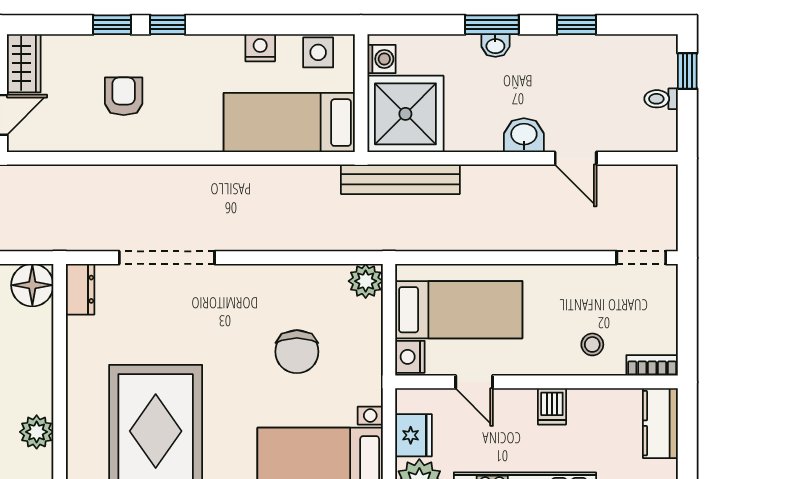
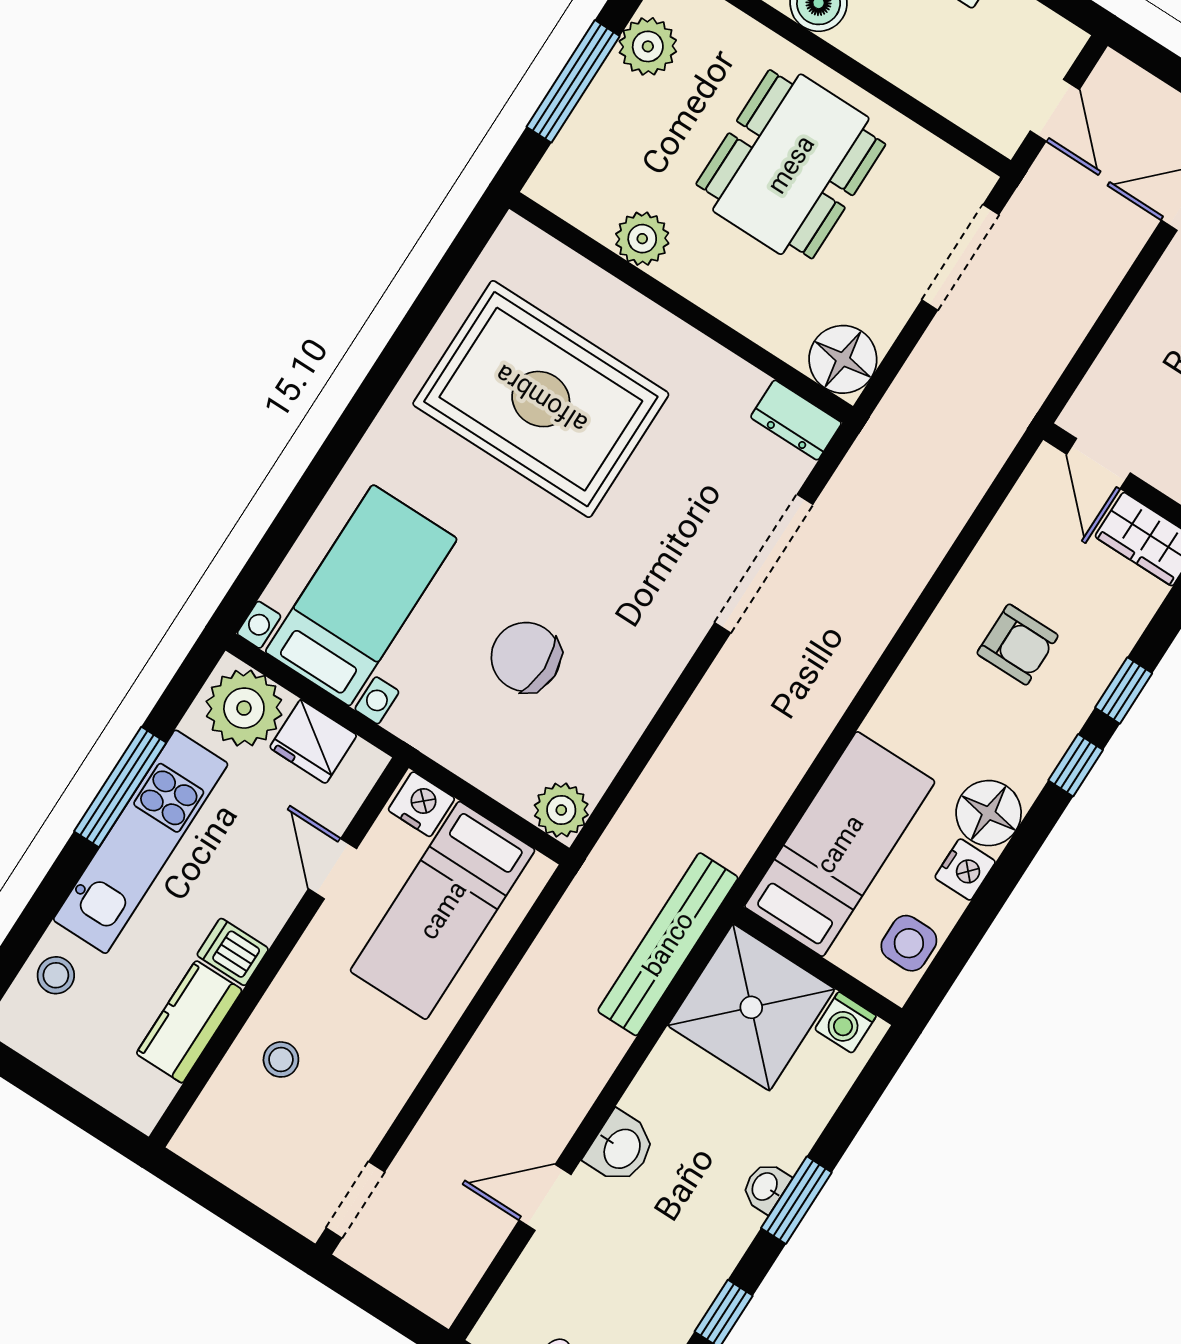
floor lamp: (222, 54) -> (989, 813), added
bookcase: (652, 365) -> (201, 1122), removed
door: (474, 382) -> (332, 869), hinge flipped
kitchen counter: (660, 423) -> (189, 1022), moved, turned -90

